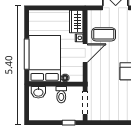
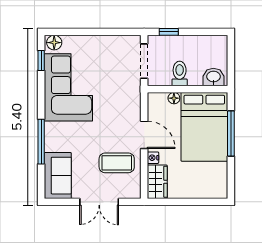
door: (85, 53) -> (144, 135), swing flipped

